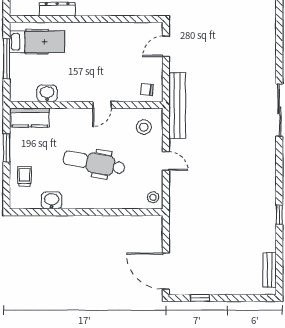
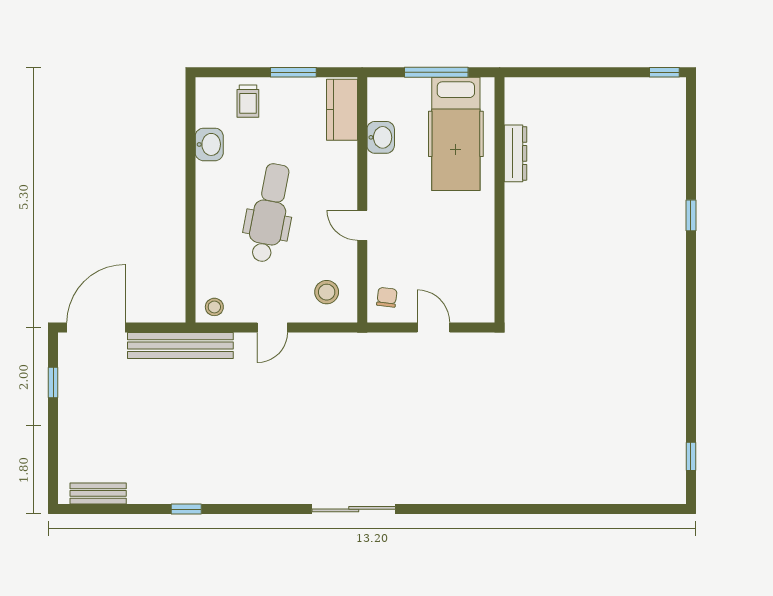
hospital bed: (37, 42) -> (456, 134), width x1.37, depth x1.29
door: (166, 46) -> (433, 327), moved
bench: (177, 106) -> (180, 346), moved
trolley: (24, 176) -> (248, 101), turned 90

